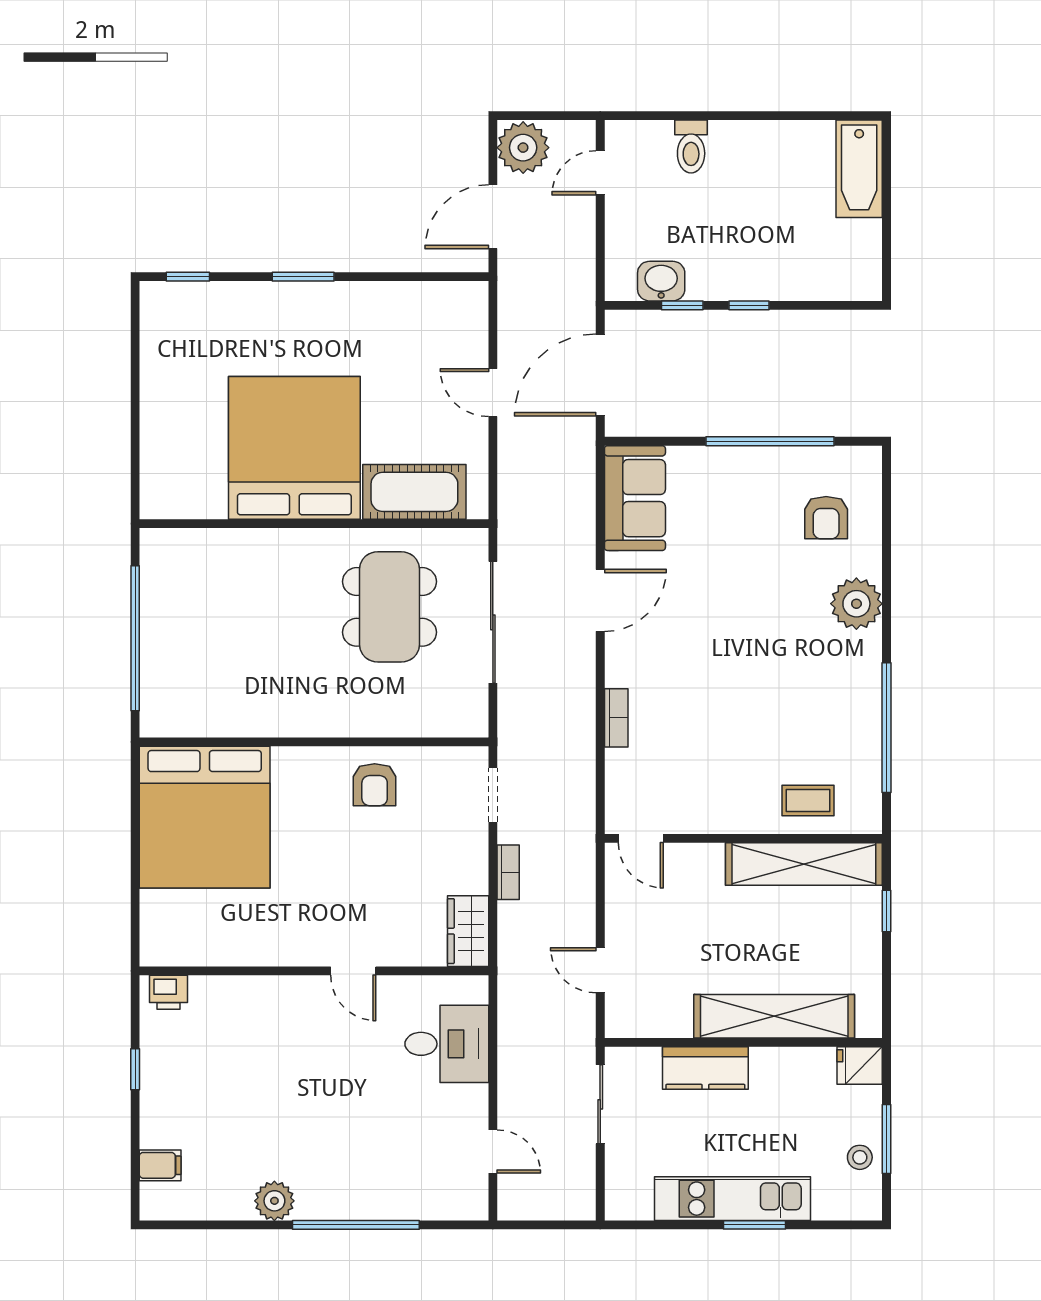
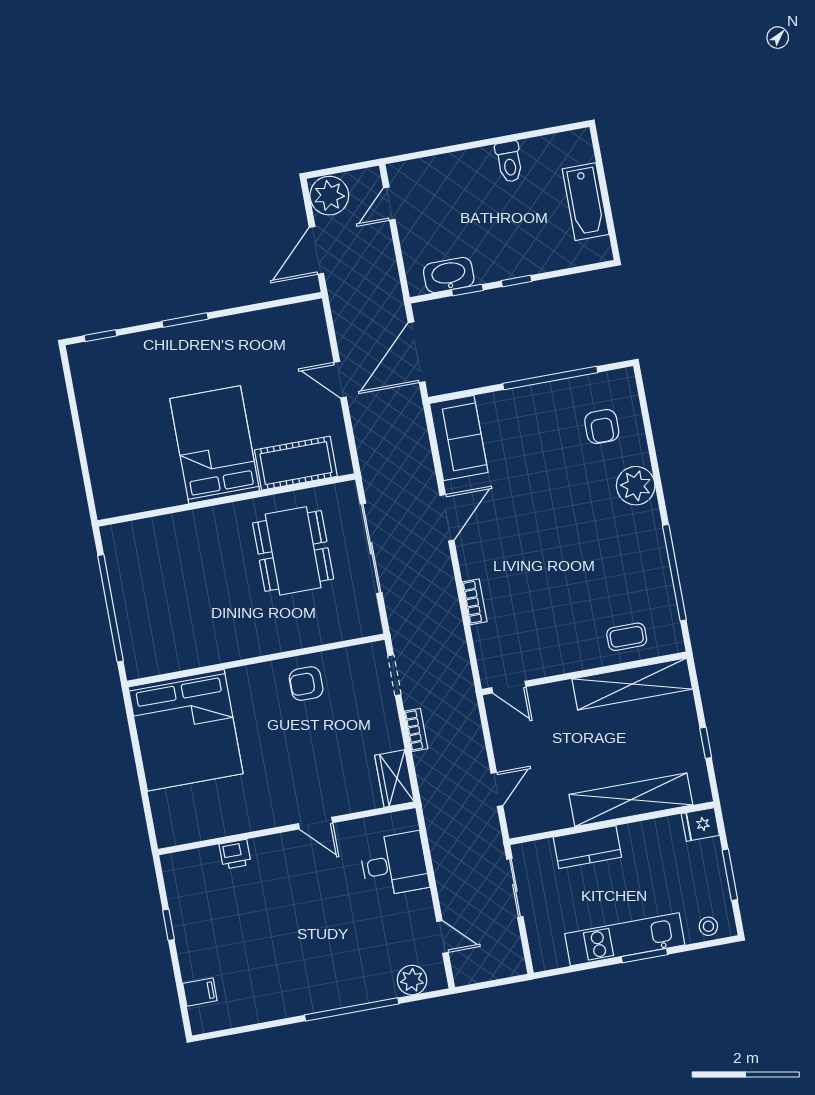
toilet: (691, 146) -> (509, 162), moved
bathtub: (859, 169) -> (586, 202), moved
washbasin: (661, 281) -> (449, 275), width x1.38
bed: (294, 448) -> (215, 445), width x0.73
armchair: (375, 785) -> (306, 684), turned 90
window: (886, 911) -> (706, 743), moved
door: (600, 970) -> (497, 789), swing flipped
printer: (169, 992) -> (235, 854), moved
stool: (860, 1157) -> (708, 926), moved
plant: (274, 1201) -> (412, 980), moved

